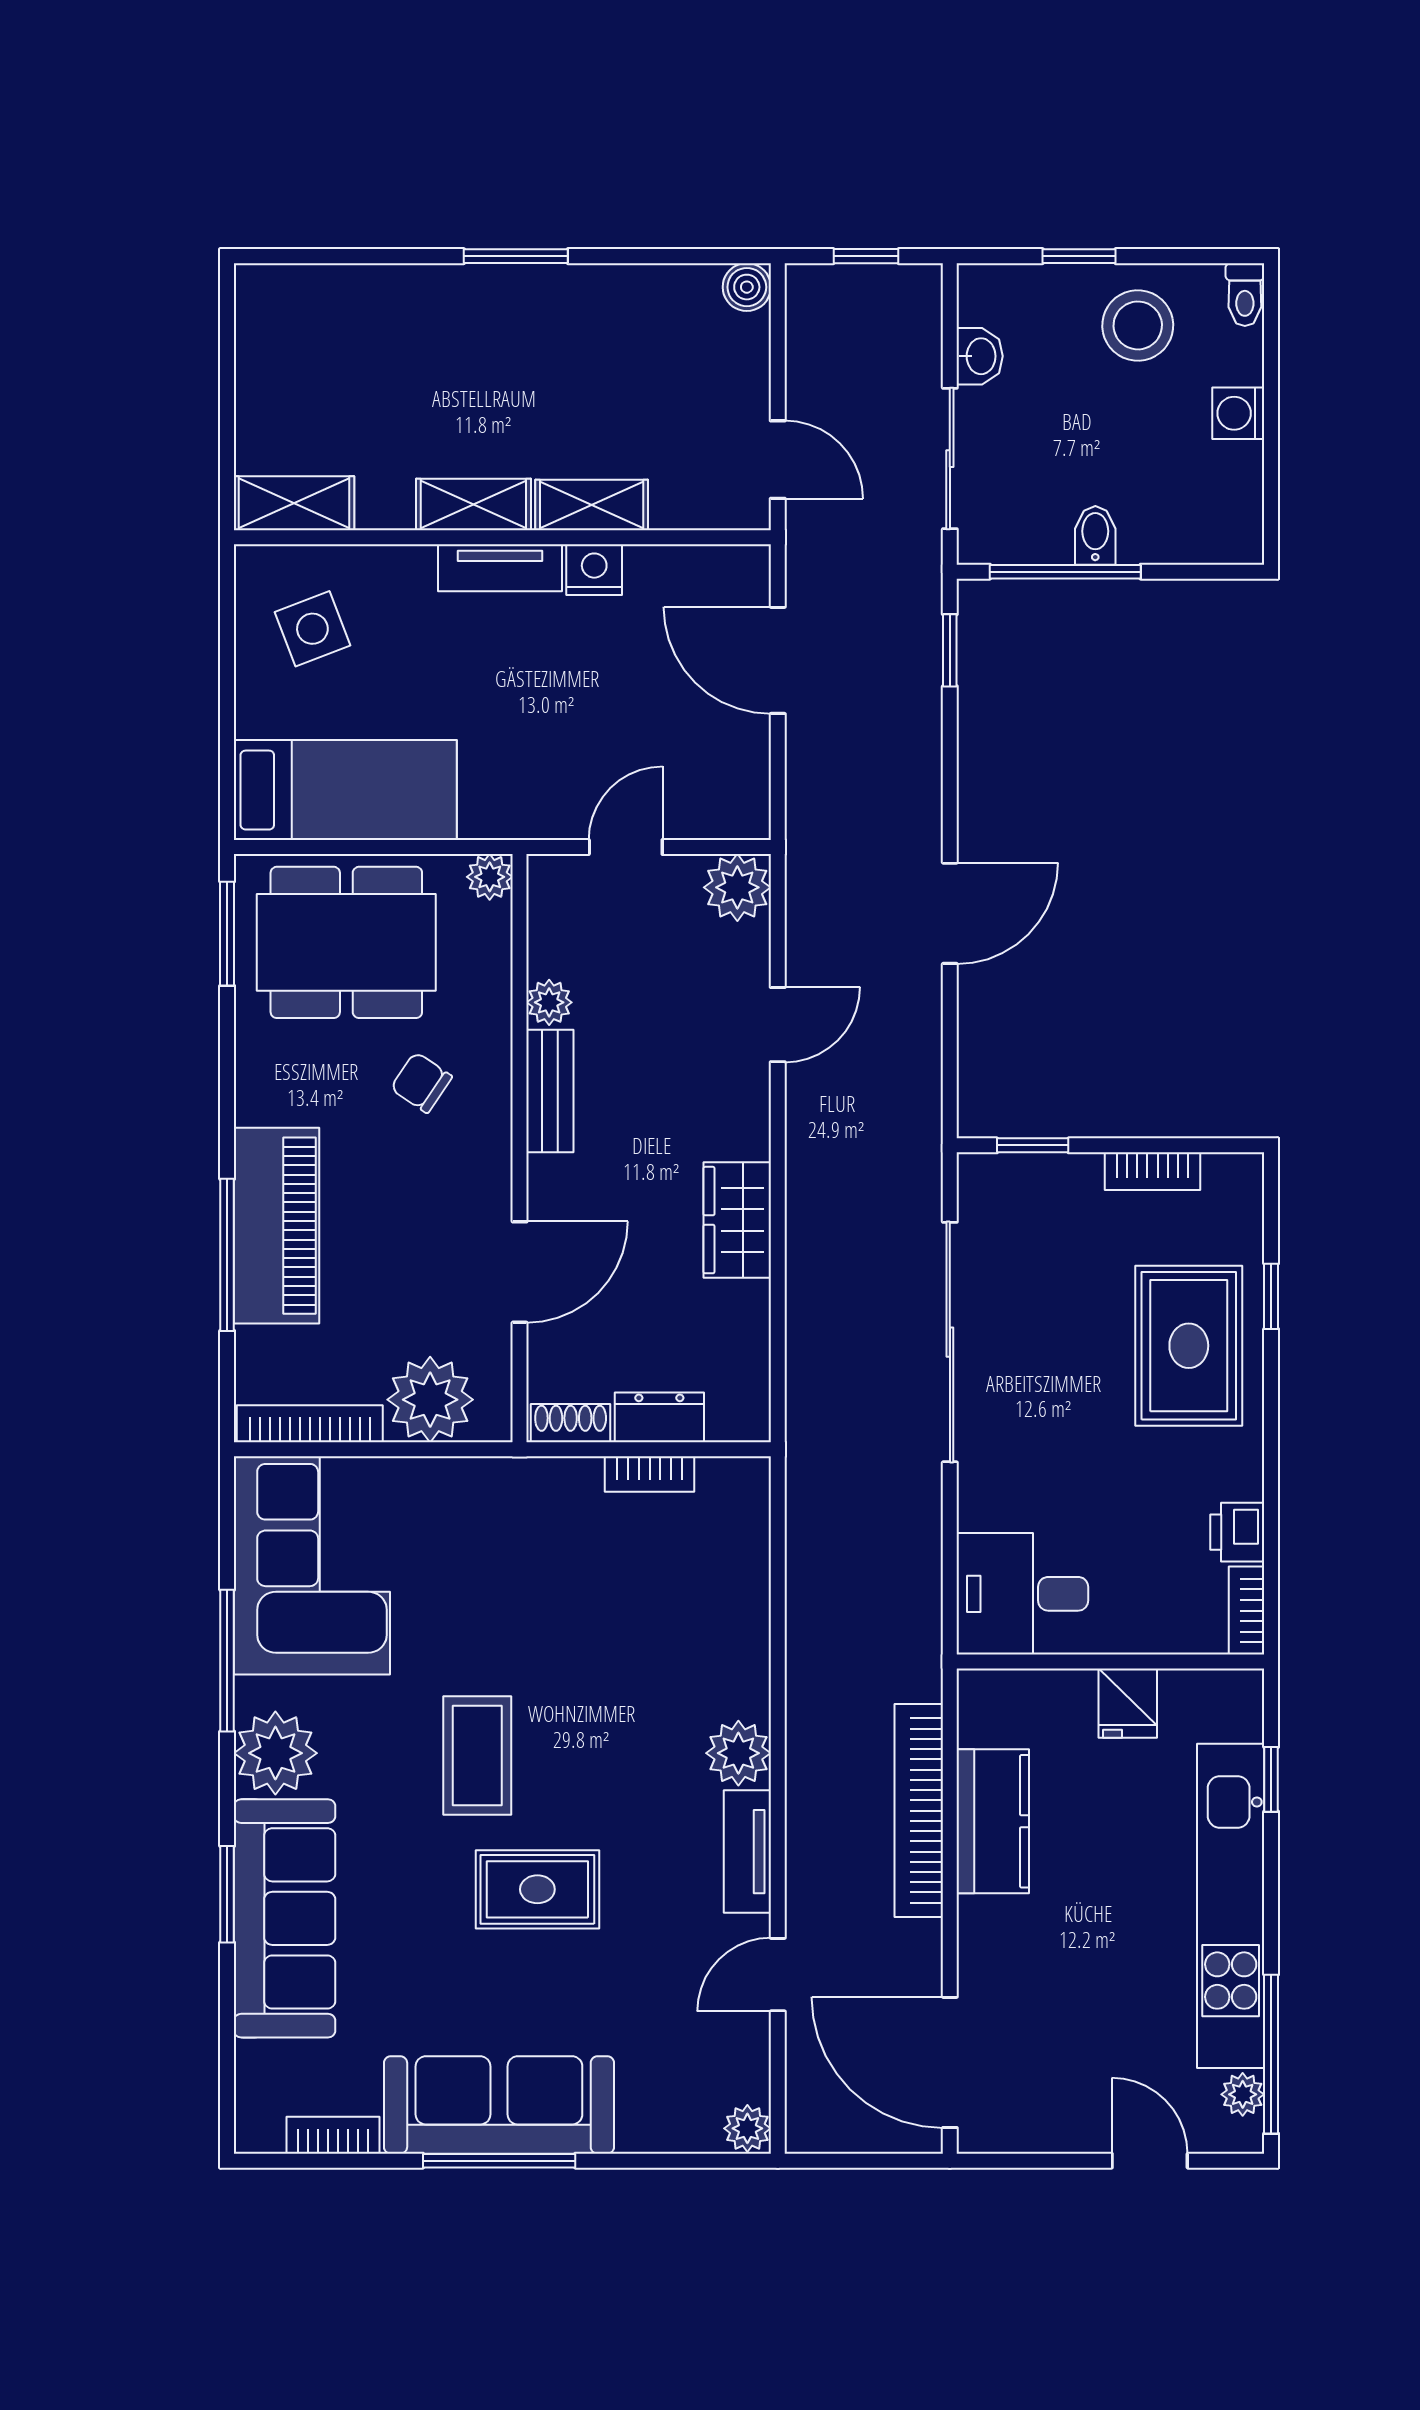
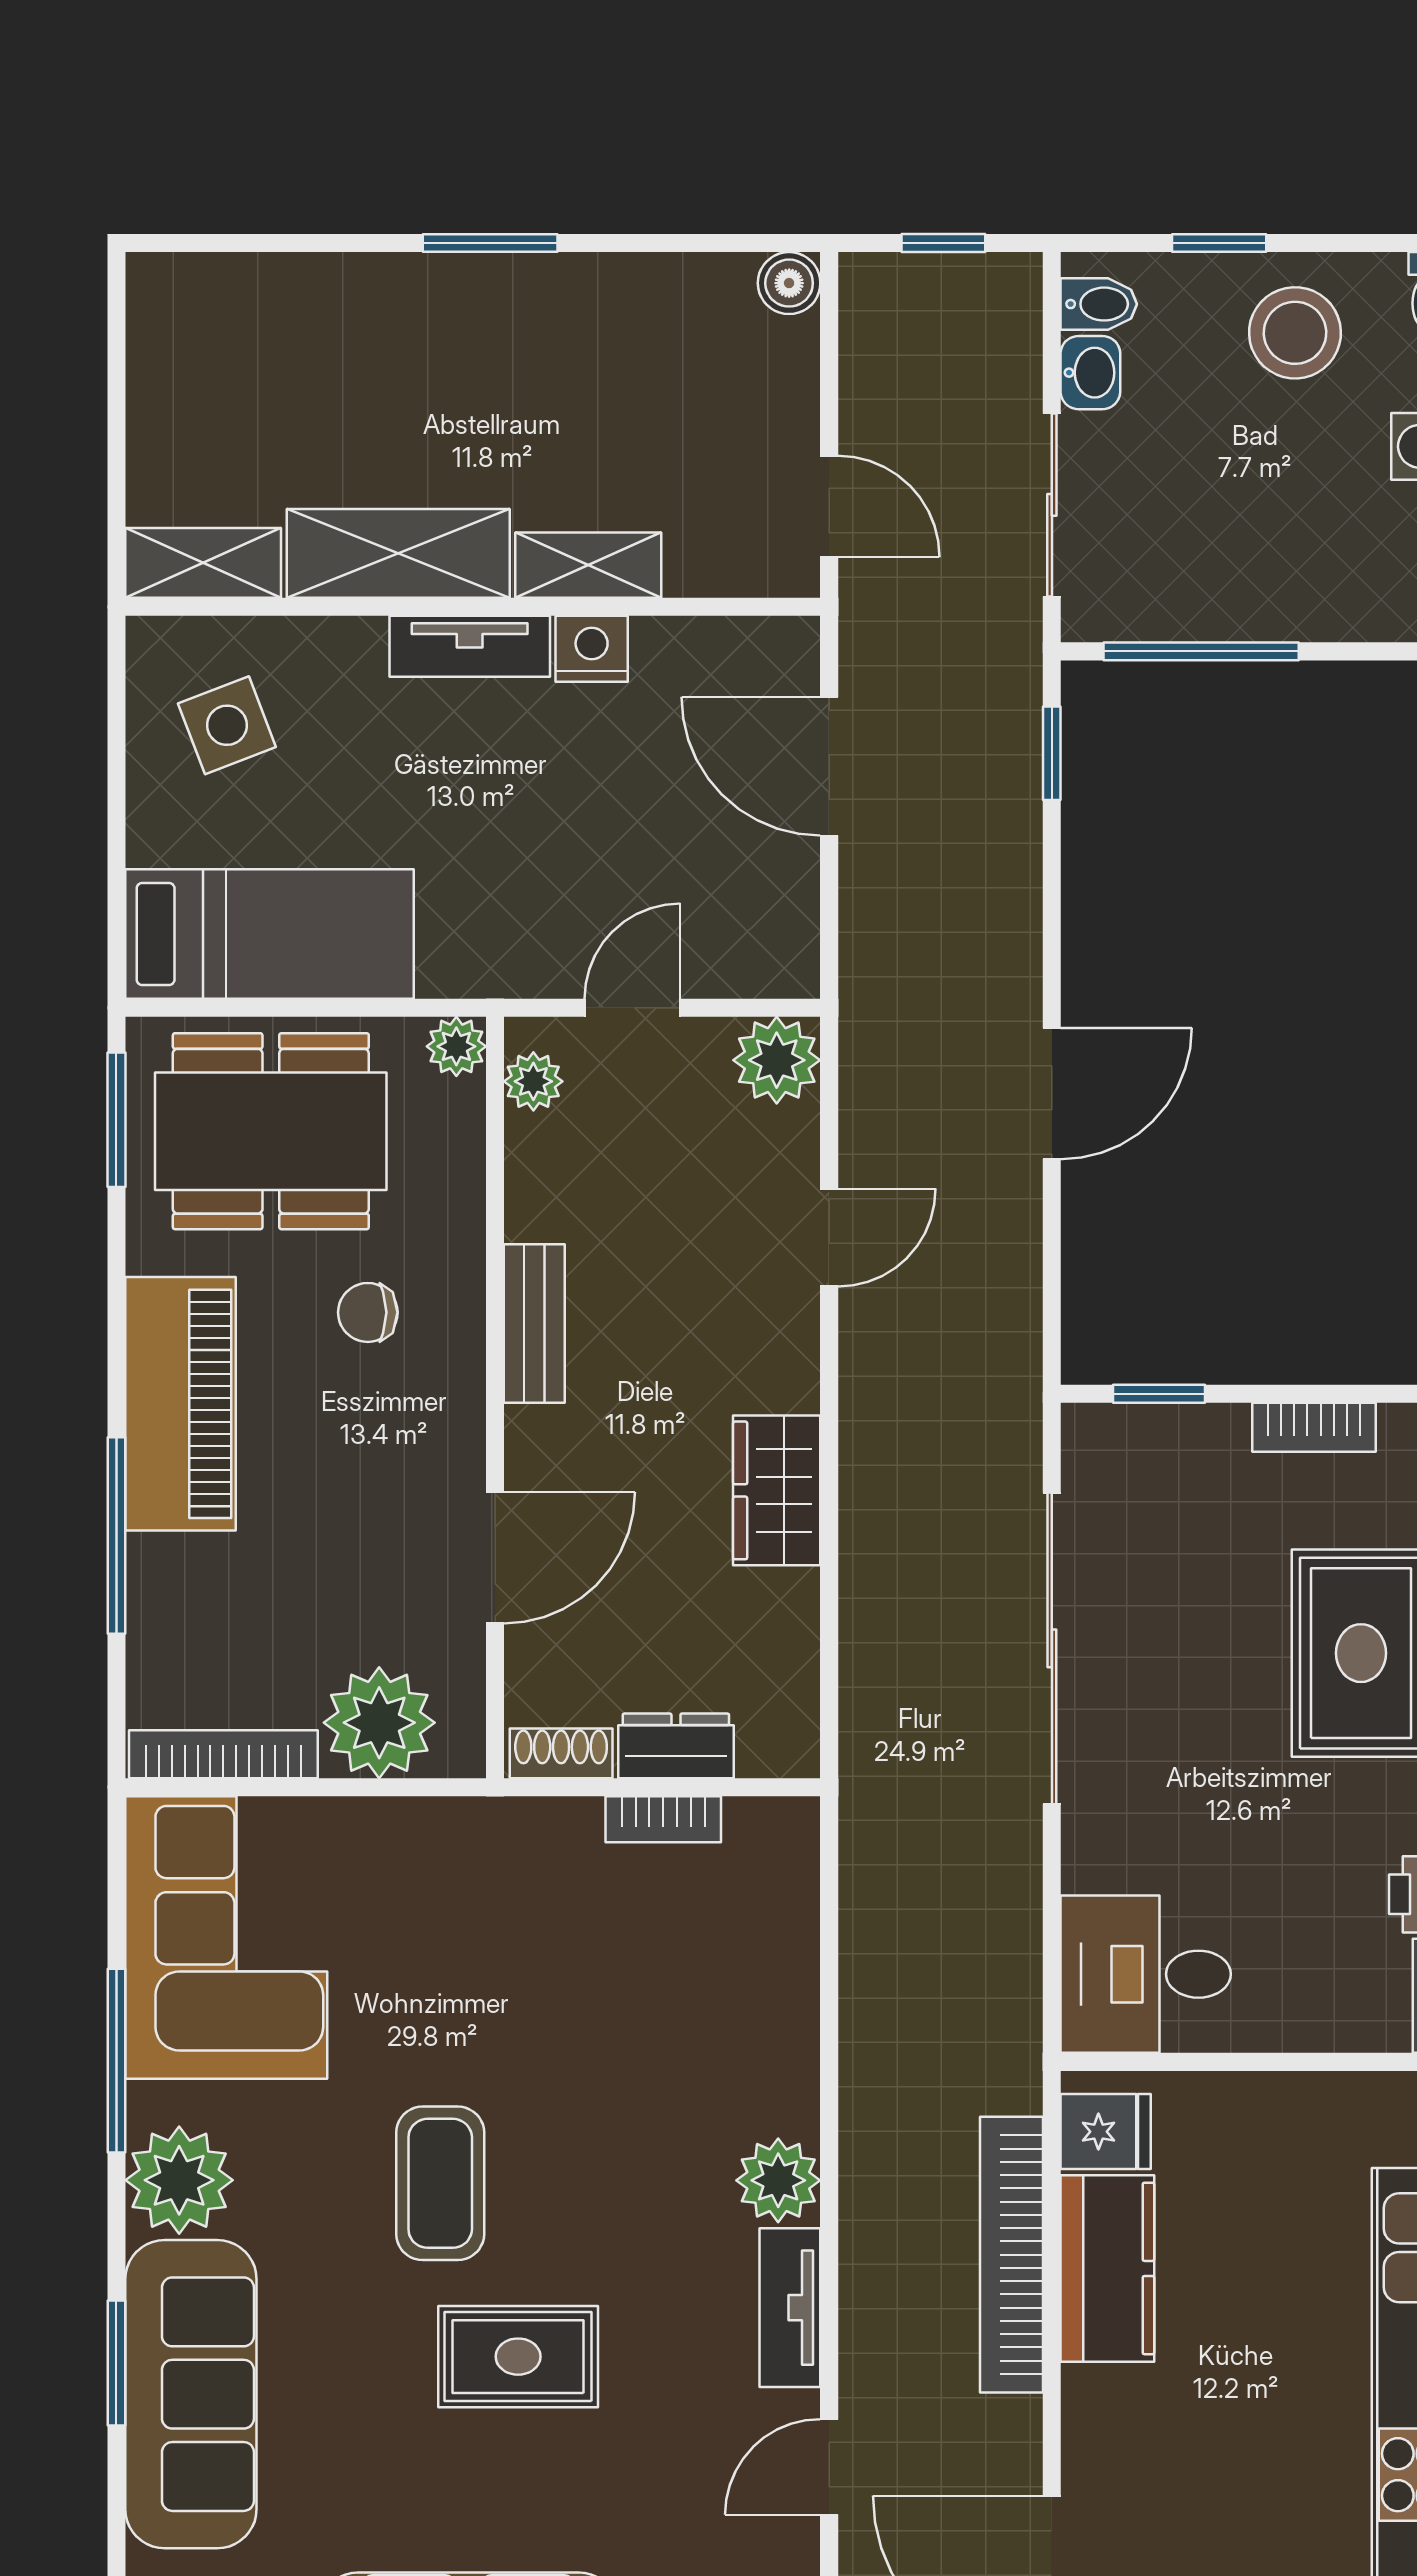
shelving: (473, 505) -> (398, 553), width x1.50, depth x1.33
bidet: (1095, 535) -> (1099, 304), moved, turned 90
plant: (549, 1002) -> (533, 1081), moved
chair: (421, 1083) -> (368, 1312), turned -34
piano: (277, 1226) -> (180, 1404), moved
fridge: (1128, 1703) -> (1106, 2132), moved, turned -90

